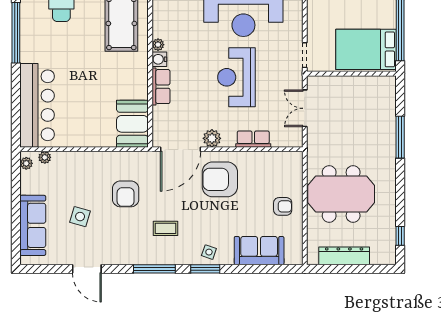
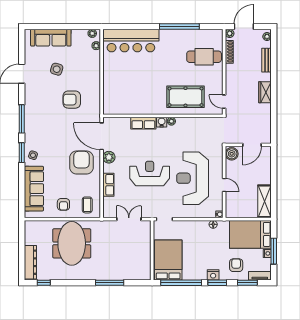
booth: (132, 124) -> (119, 104), removed
coffee table: (165, 228) -> (87, 205), moved
sofa: (259, 251) -> (34, 189), width x1.36
dresser: (344, 256) -> (30, 262), moved

